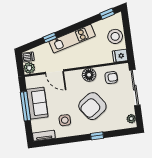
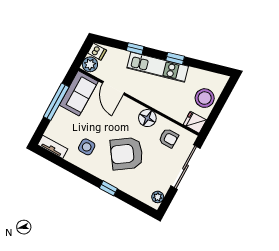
window: (107, 14) -> (175, 58), moved
sofa: (37, 103) -> (79, 93), moved

